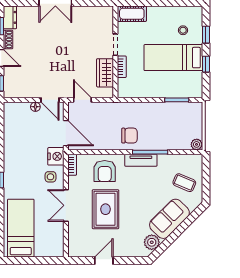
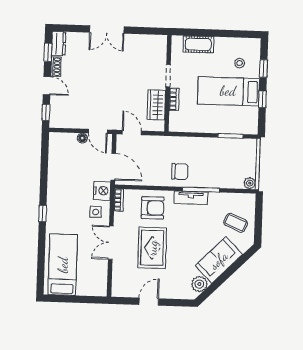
cot: (132, 14) -> (198, 44), moved
armchair: (105, 171) -> (153, 208), turned -90

